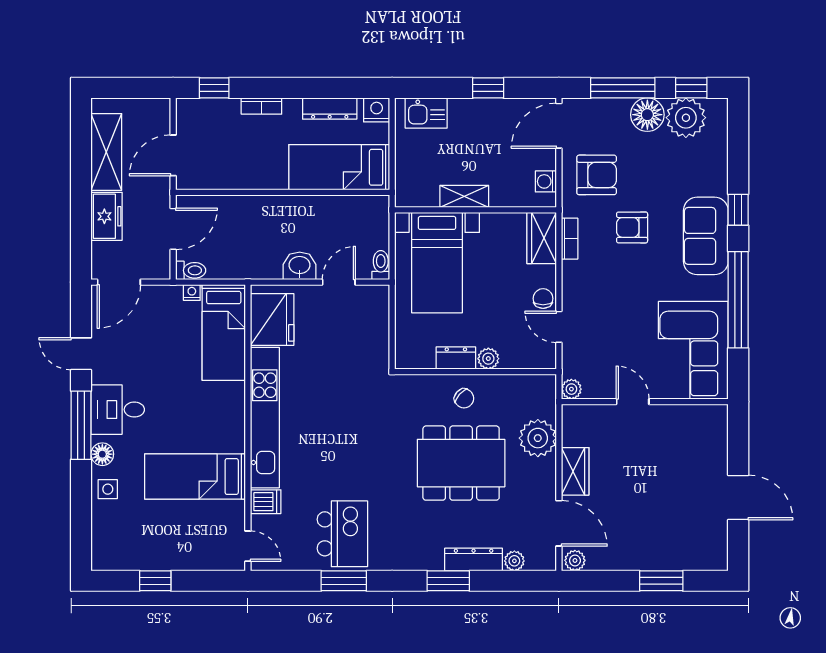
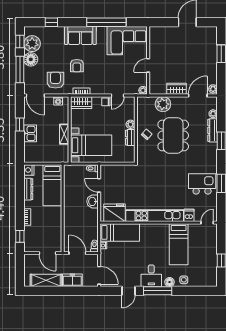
kitchen sink: (426, 113) -> (30, 133), moved
window: (738, 210) -> (51, 22), moved

